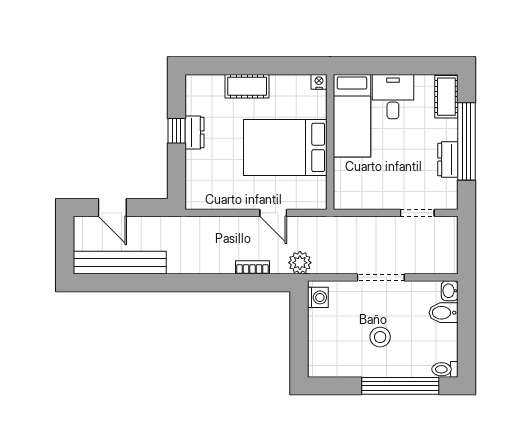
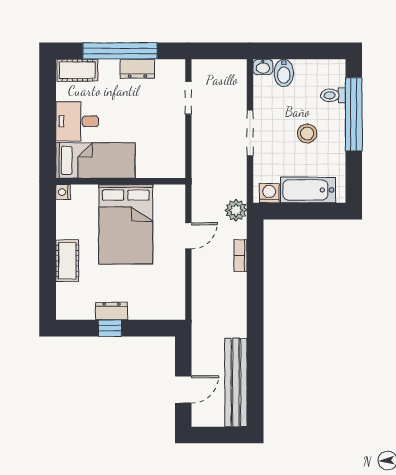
bathtub: (321, 338) -> (308, 190), added
toilet: (445, 369) -> (333, 95), moved, turned 90

